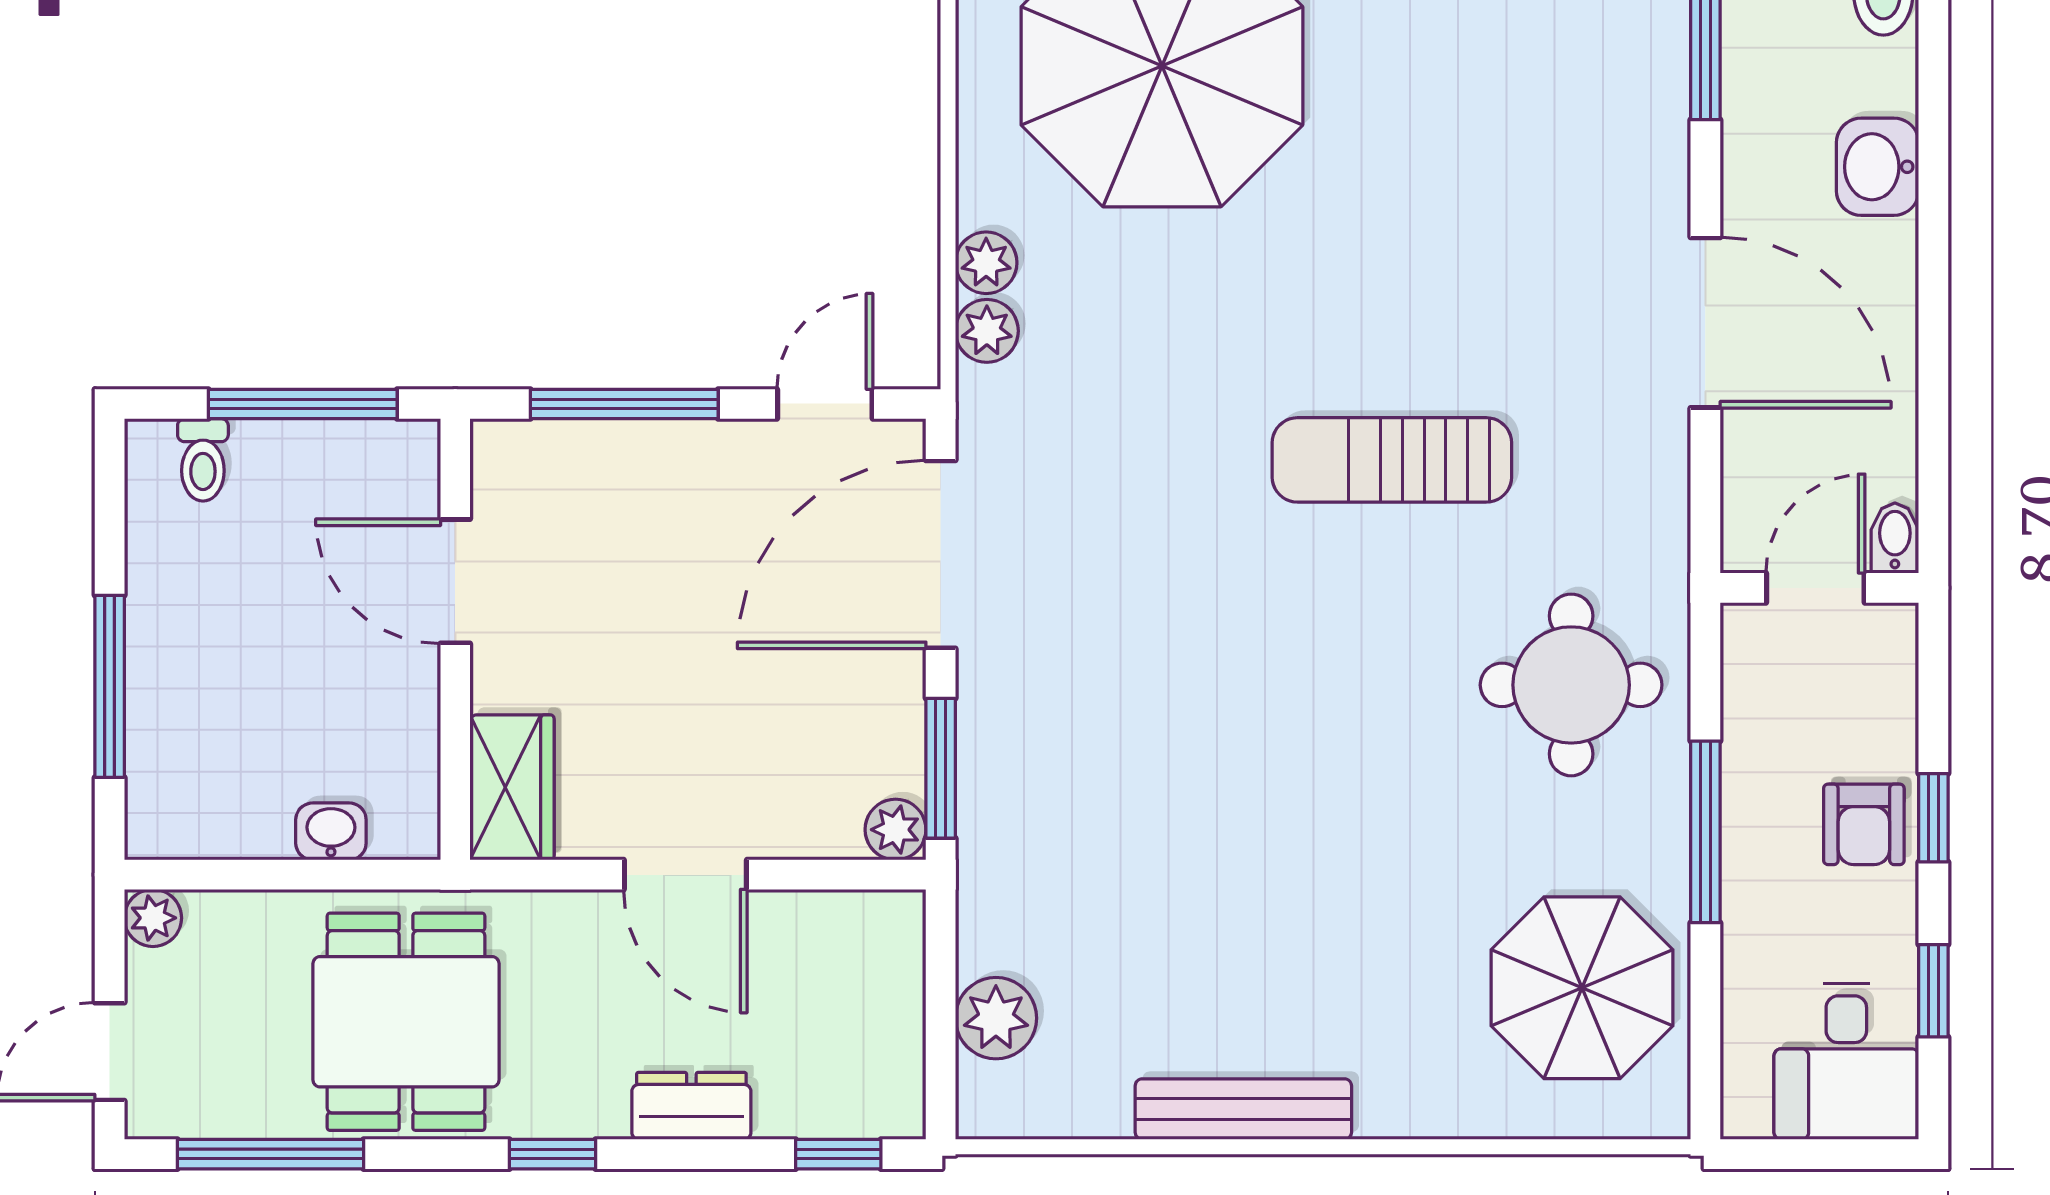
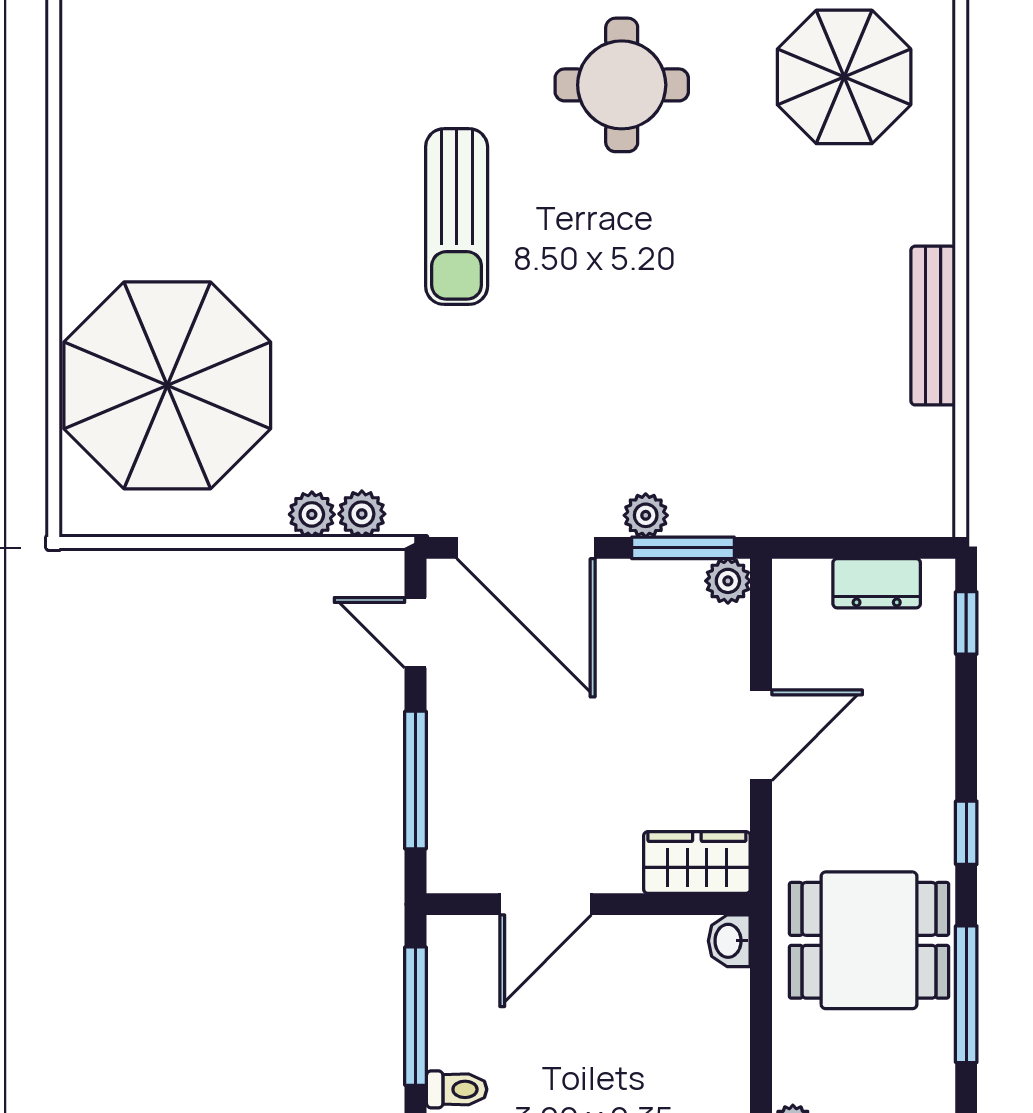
washbasin: (331, 831) -> (729, 941), moved
plant: (996, 1018) -> (646, 515), moved, width x0.73, depth x0.73
dresser: (691, 1106) -> (877, 583), moved, turned -90
window: (270, 1154) -> (966, 994), moved

